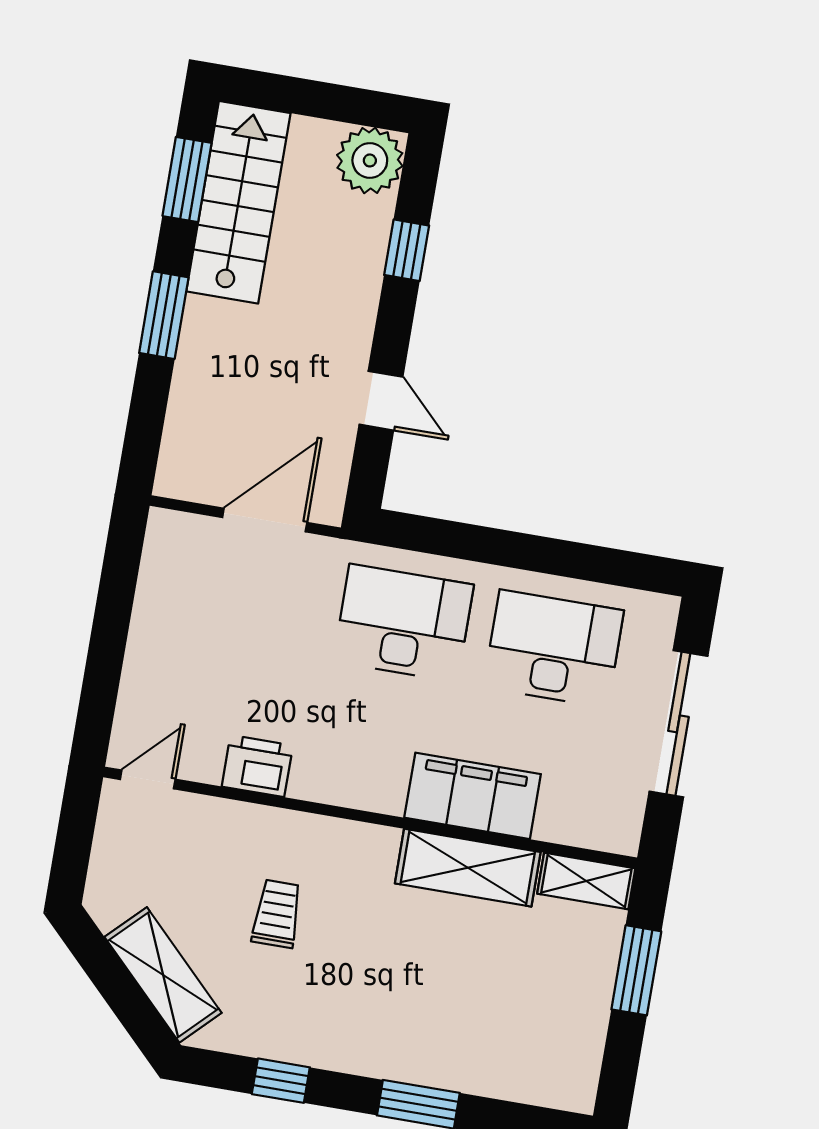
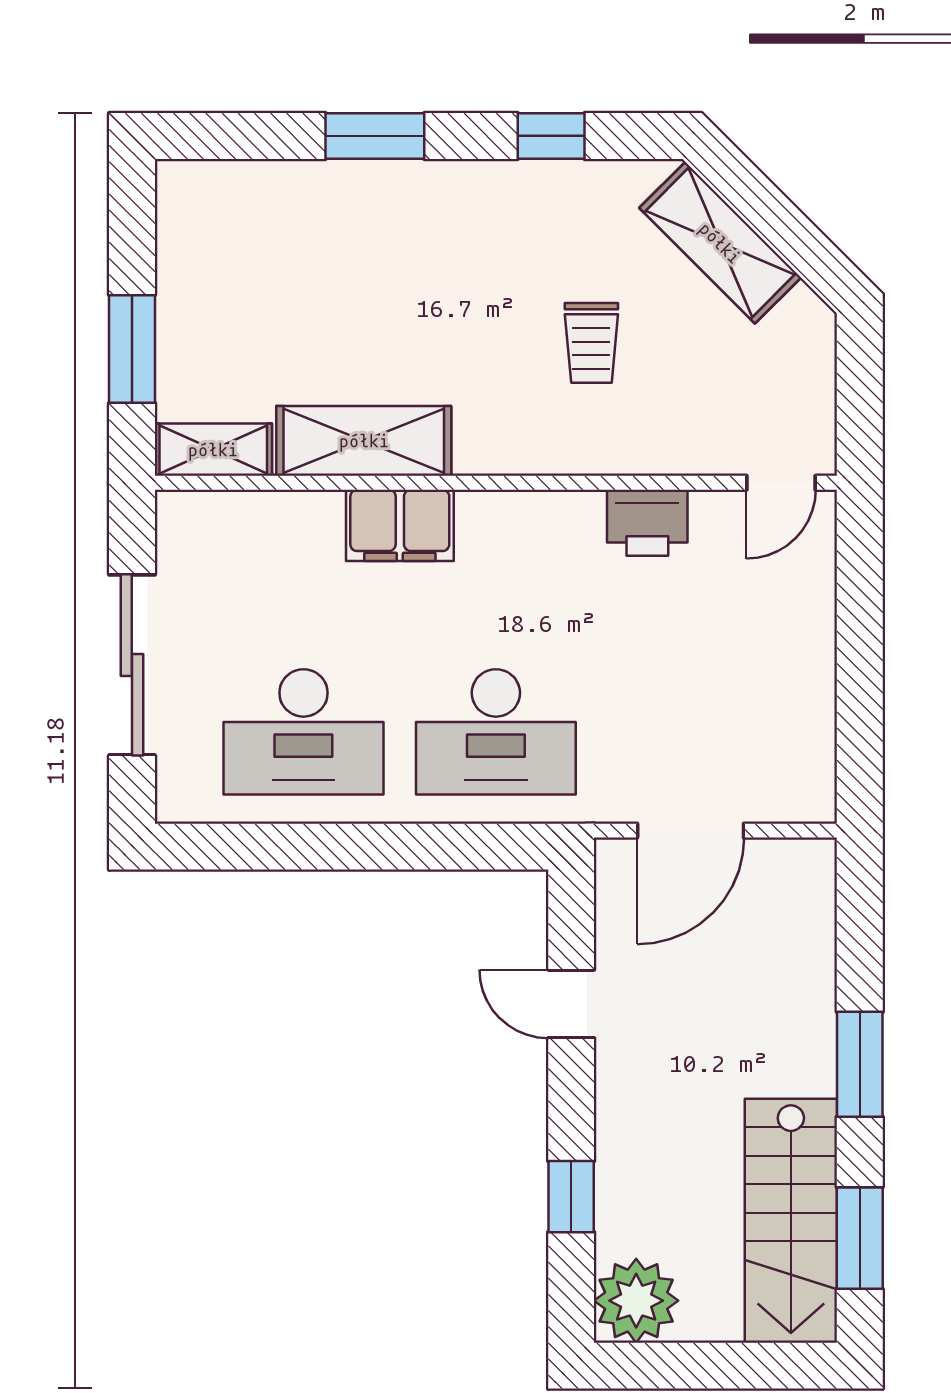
filing cabinet: (473, 796) -> (400, 525), width x0.67, depth x0.86

